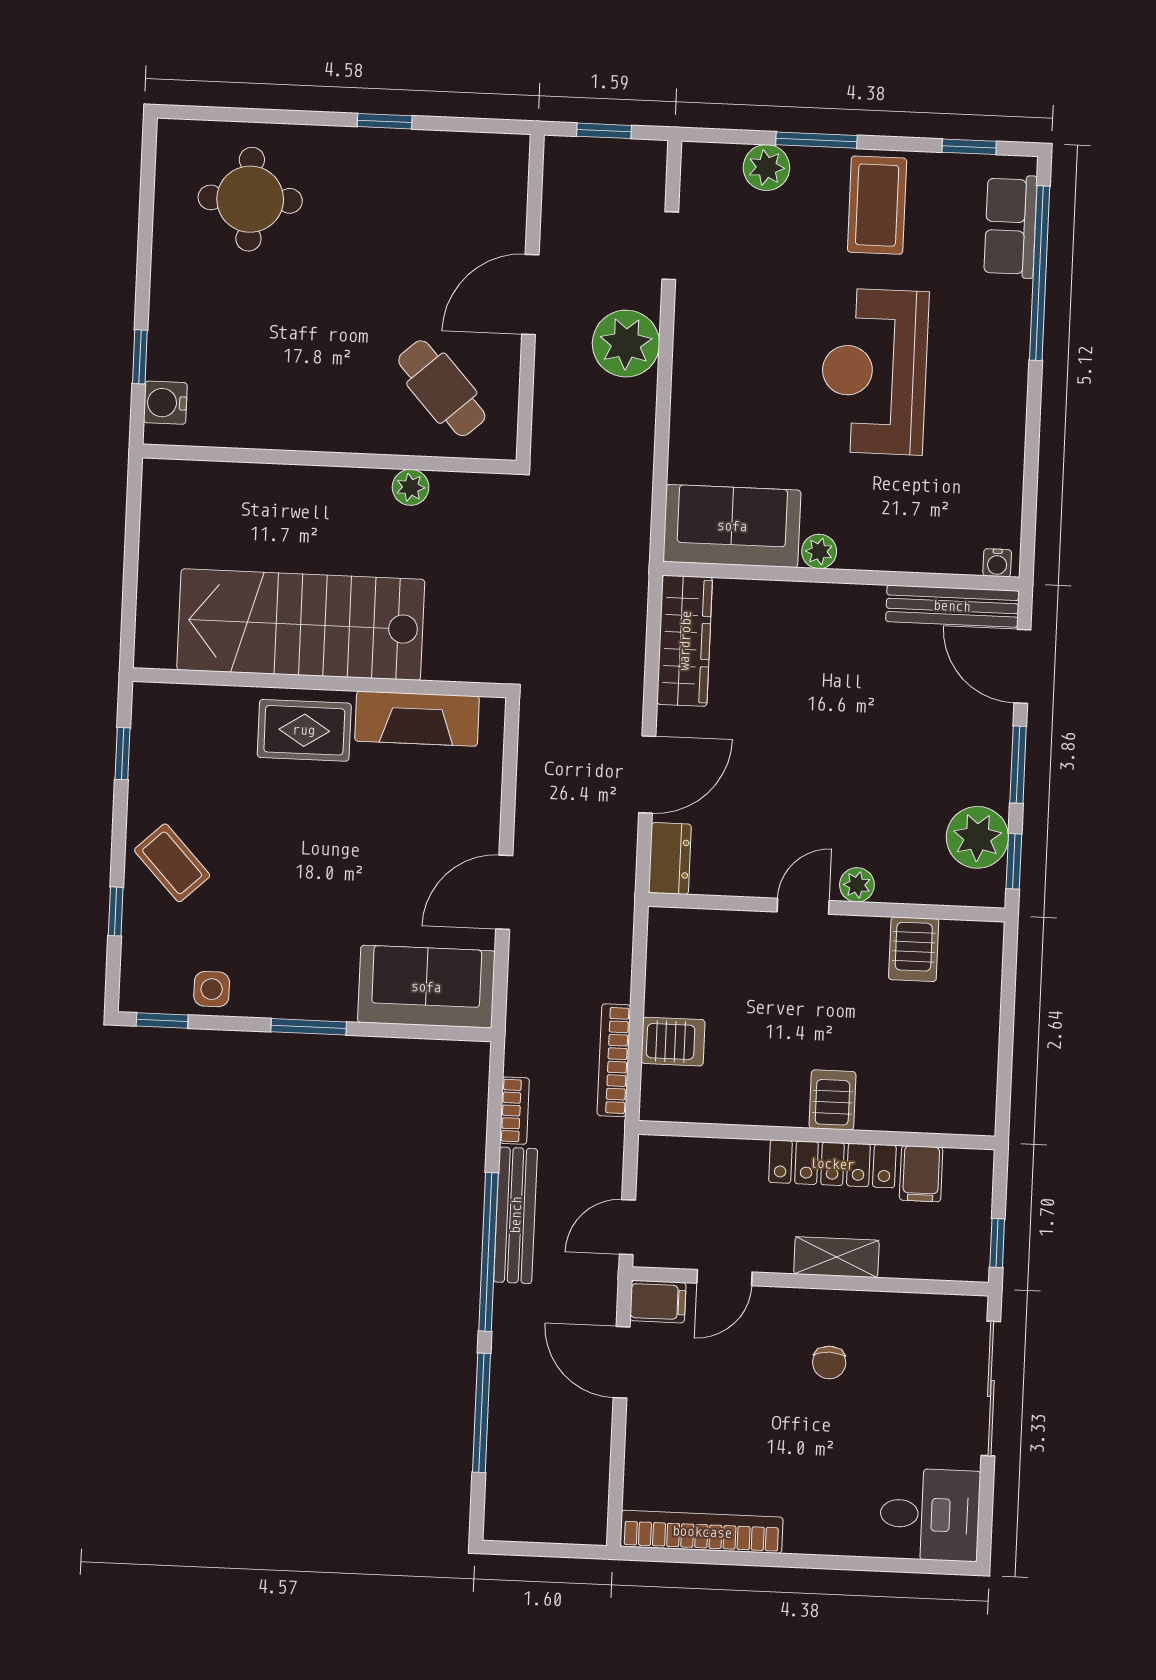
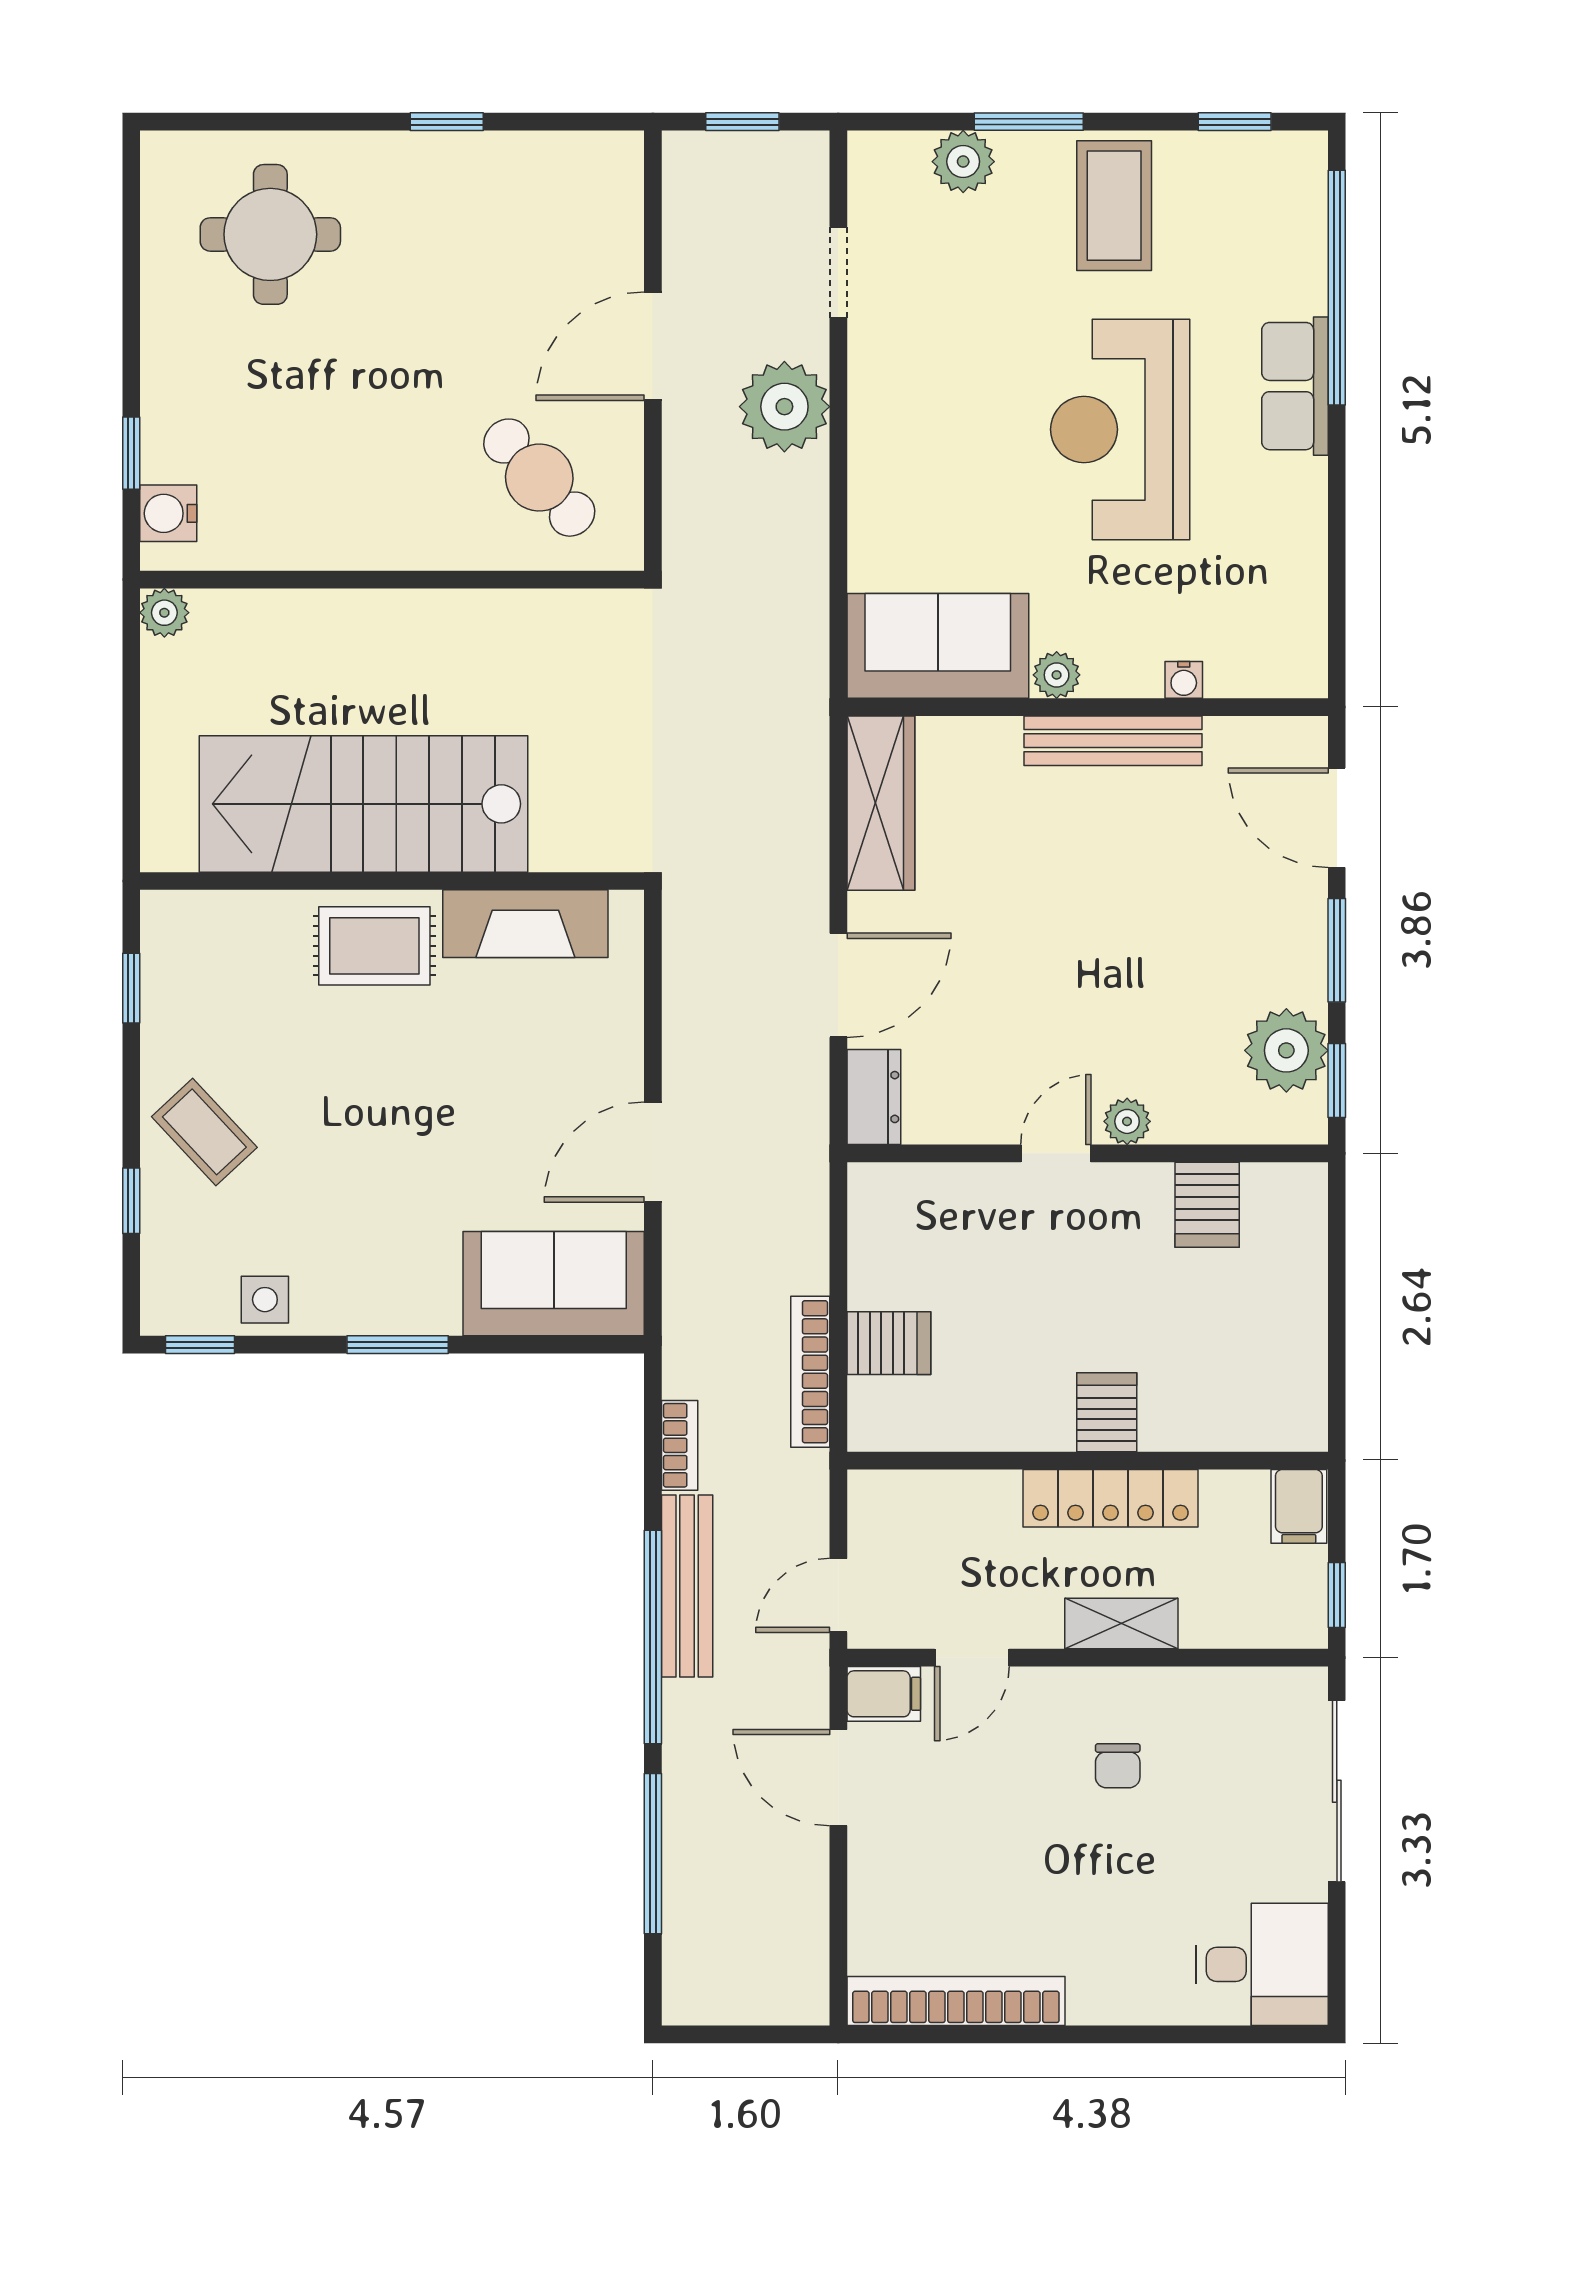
row of seats: (1011, 226) -> (1295, 386), moved
plant: (411, 487) -> (164, 613), moved
water cooler: (997, 563) -> (1184, 680), moved
bench: (952, 606) -> (1113, 741), moved
filing cabinet: (921, 1174) -> (1299, 1506), moved

